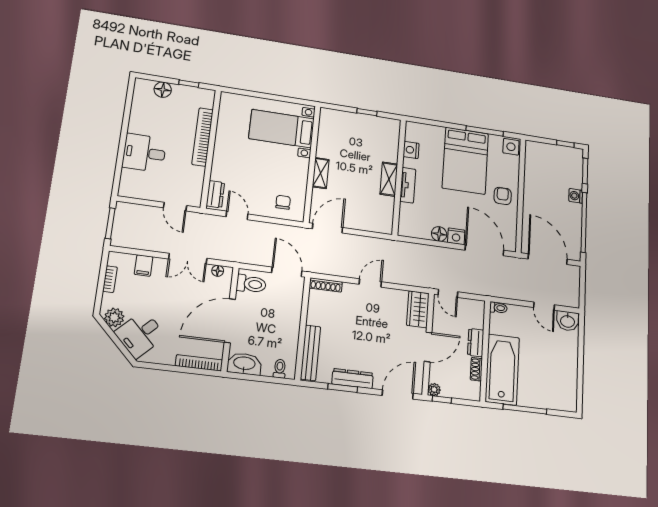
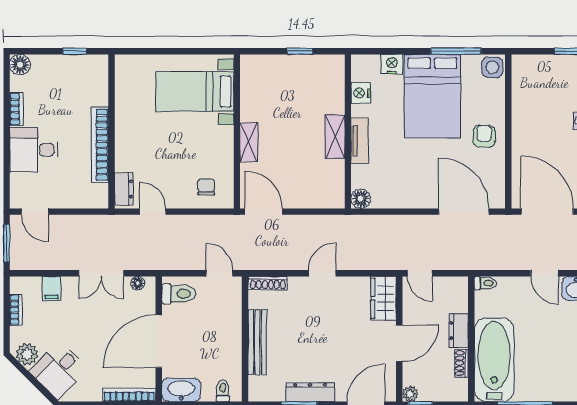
floor lamp: (163, 90) -> (20, 65), moved
bookcase: (134, 119) -> (16, 109), added
bookcase: (203, 137) -> (100, 145), moved
door: (175, 207) -> (35, 212), moved
door: (328, 228) -> (264, 212), hinge flipped
floor lamp: (439, 234) -> (361, 199), moved
nightstand: (456, 236) -> (392, 64), moved, turned 180
door: (287, 272) -> (219, 273), width x0.73
bench: (311, 353) -> (257, 342), moved

